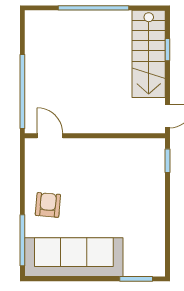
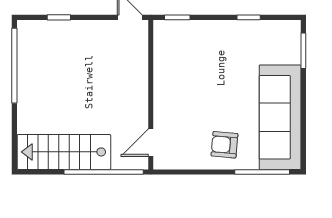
window: (93, 8) -> (14, 66), moved
stairs: (149, 54) -> (64, 152), moved, turned 180
window: (167, 228) -> (249, 17), added

